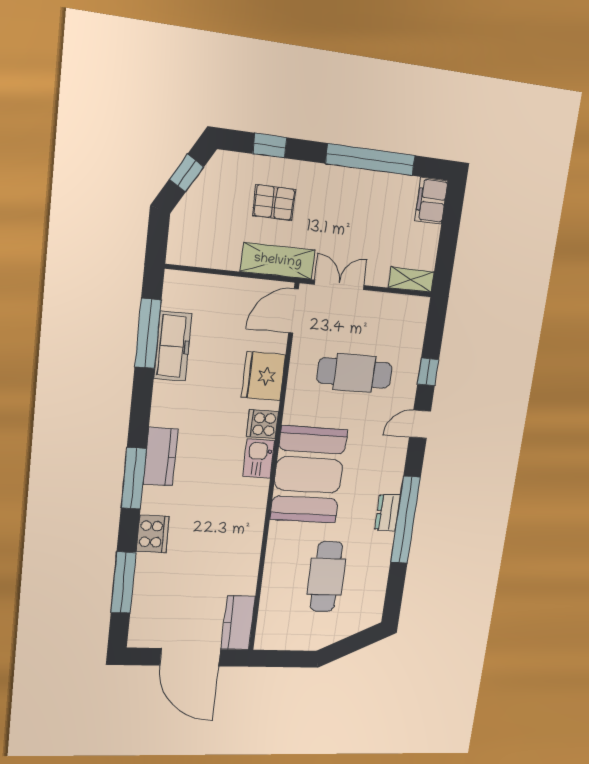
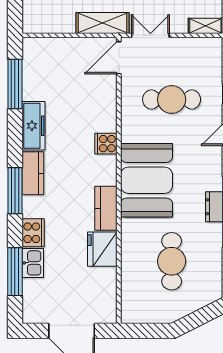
freezer: (173, 346) -> (33, 126), moved
fridge: (263, 376) -> (102, 249), moved
kitchen sink: (259, 459) -> (33, 263), moved, turned 180
kitchen counter: (238, 623) -> (106, 208), moved

